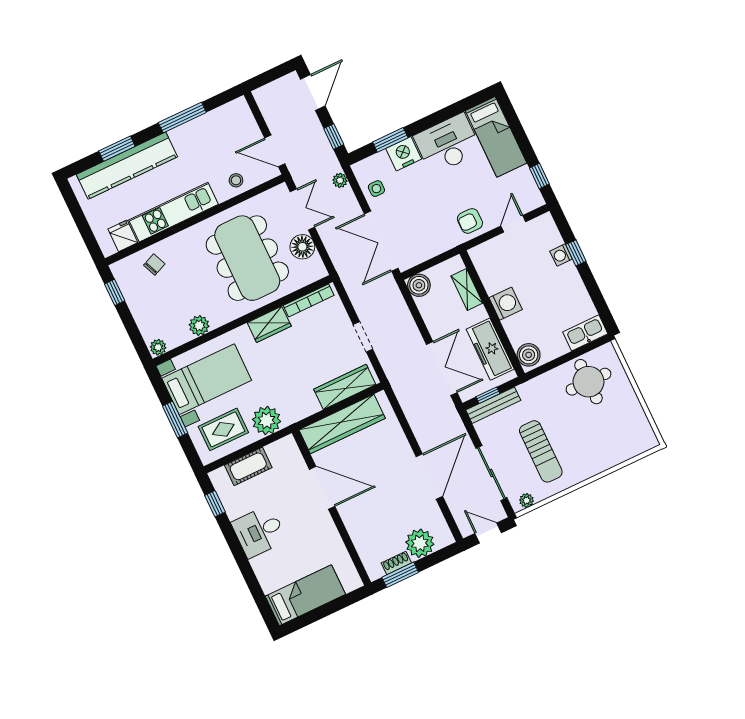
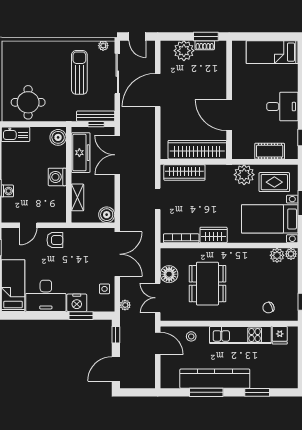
kitchen counter: (127, 166) -> (215, 379), moved
dining table: (247, 258) -> (207, 284), width x0.73, depth x0.80
plant: (199, 326) -> (277, 255), moved

